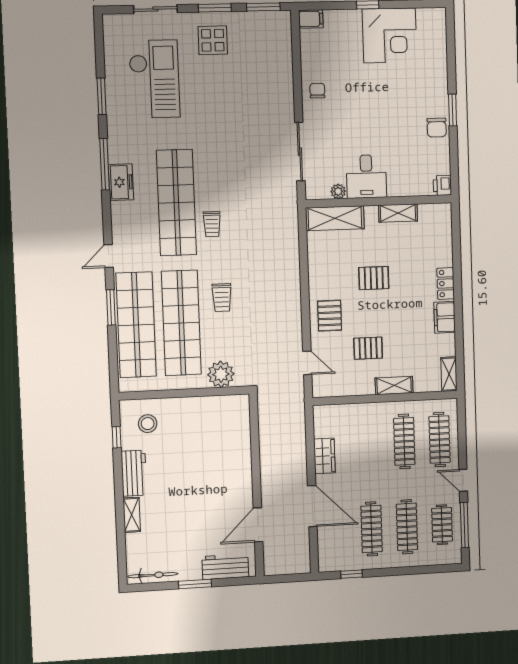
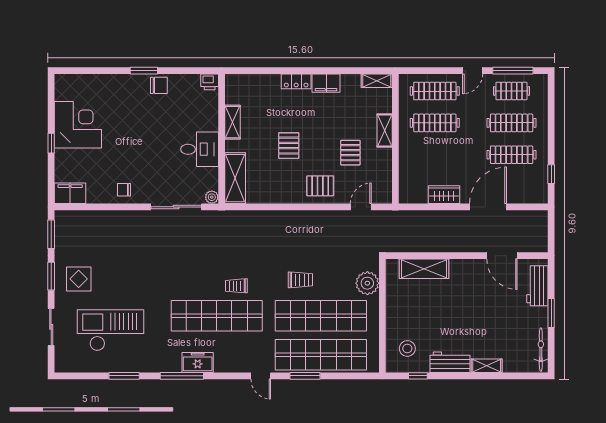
filing cabinet: (311, 19) -> (70, 193), width x2.00
plant: (338, 191) -> (212, 197), moved
trolley: (212, 224) -> (236, 286), turned 180
shelving: (240, 438) -> (424, 269), added

